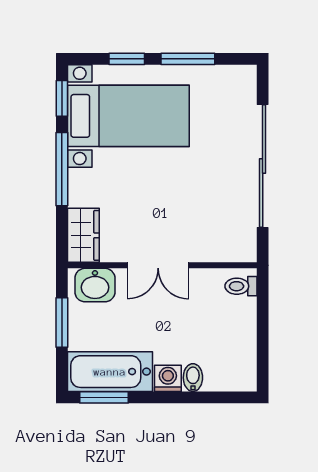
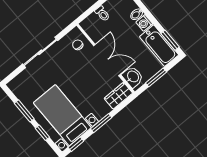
sliding door: (263, 166) -> (40, 52), width x0.73
window: (62, 169) -> (101, 123), width x0.69
chair: (223, 238) -> (78, 45), added
double door: (158, 265) -> (107, 60), width x1.37
toilet: (241, 286) -> (102, 14), moved

